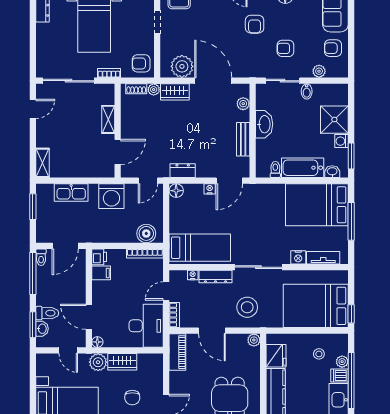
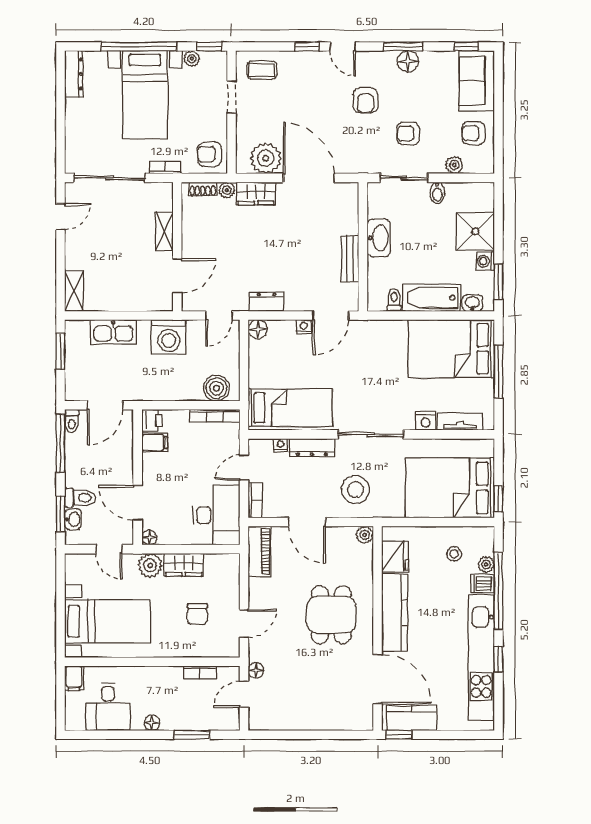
plant: (243, 104) -> (350, 210), removed

